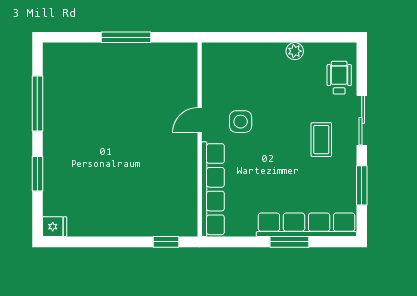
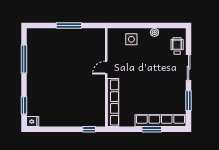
side table: (241, 122) -> (131, 39), moved
coffee table: (321, 140) -> (168, 77), removed
window: (37, 174) -> (24, 105), moved

